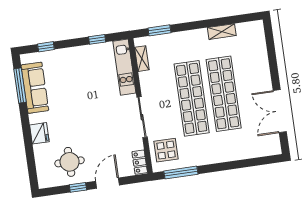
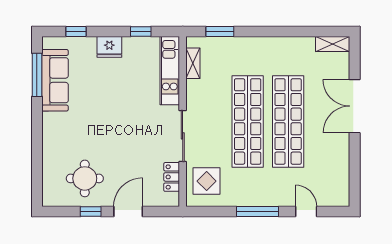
shelving: (222, 32) -> (333, 44), moved
double door: (280, 111) -> (355, 106), moved
fridge: (39, 133) -> (109, 47), moved, turned 90
locker: (140, 162) -> (172, 177), moved
door: (248, 163) -> (306, 212), added
window: (181, 173) -> (257, 212), moved

